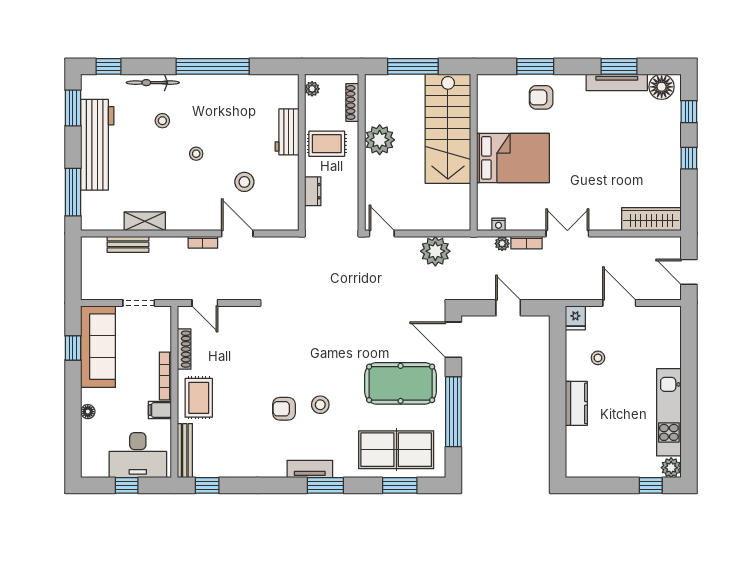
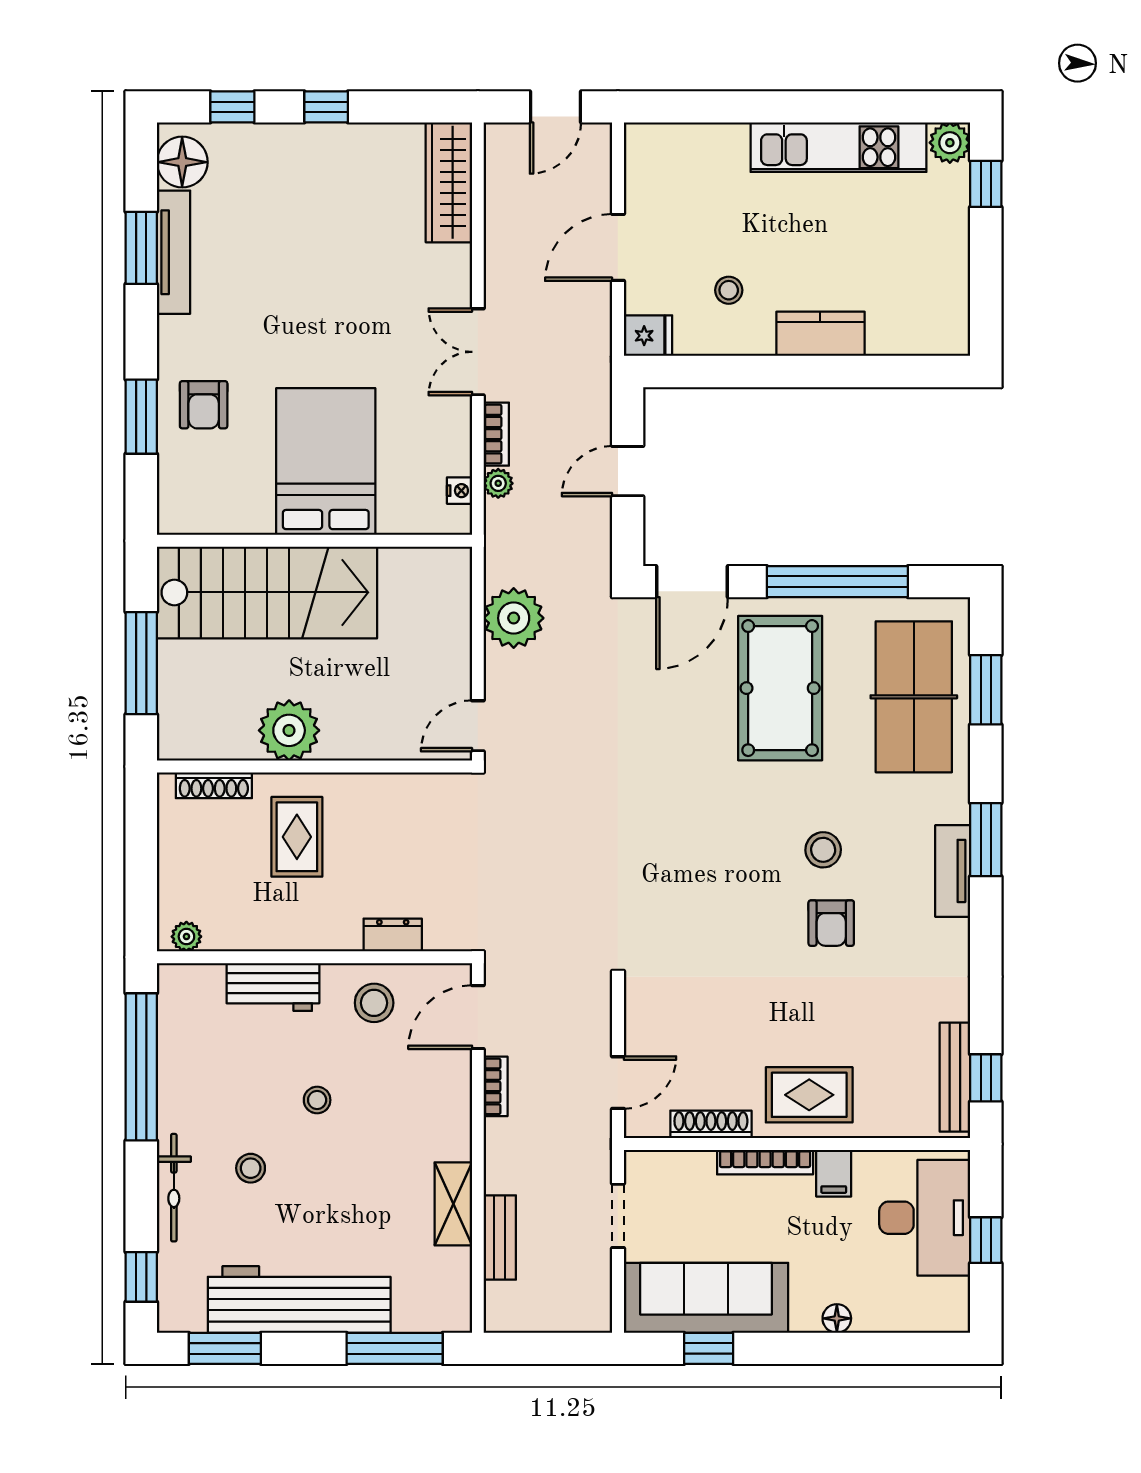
plant: (312, 89) -> (186, 937), moved
workbench: (287, 132) -> (273, 987), moved
wall: (302, 152) -> (314, 957), moved
dresser: (313, 191) -> (393, 935), moved
bench: (185, 451) -> (955, 1077), moved, turned 90

